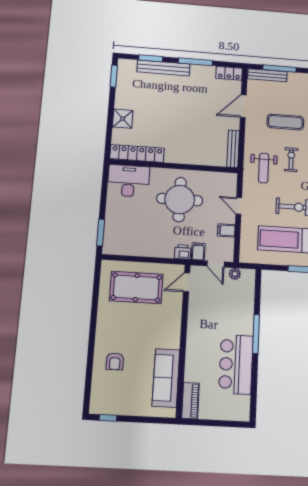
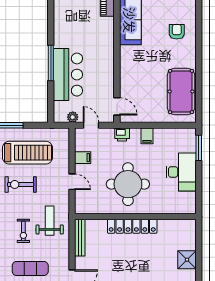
locker: (137, 153) -> (132, 226), moved
desk: (128, 181) -> (181, 172), moved, turned -90
filing cabinet: (198, 252) -> (147, 136), moved
door: (187, 282) -> (117, 106), hinge flipped
pool table: (136, 287) -> (181, 91), moved, turned 90
bar counter: (236, 364) -> (68, 75), moved

